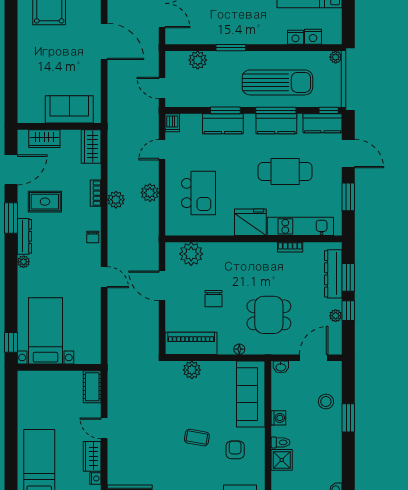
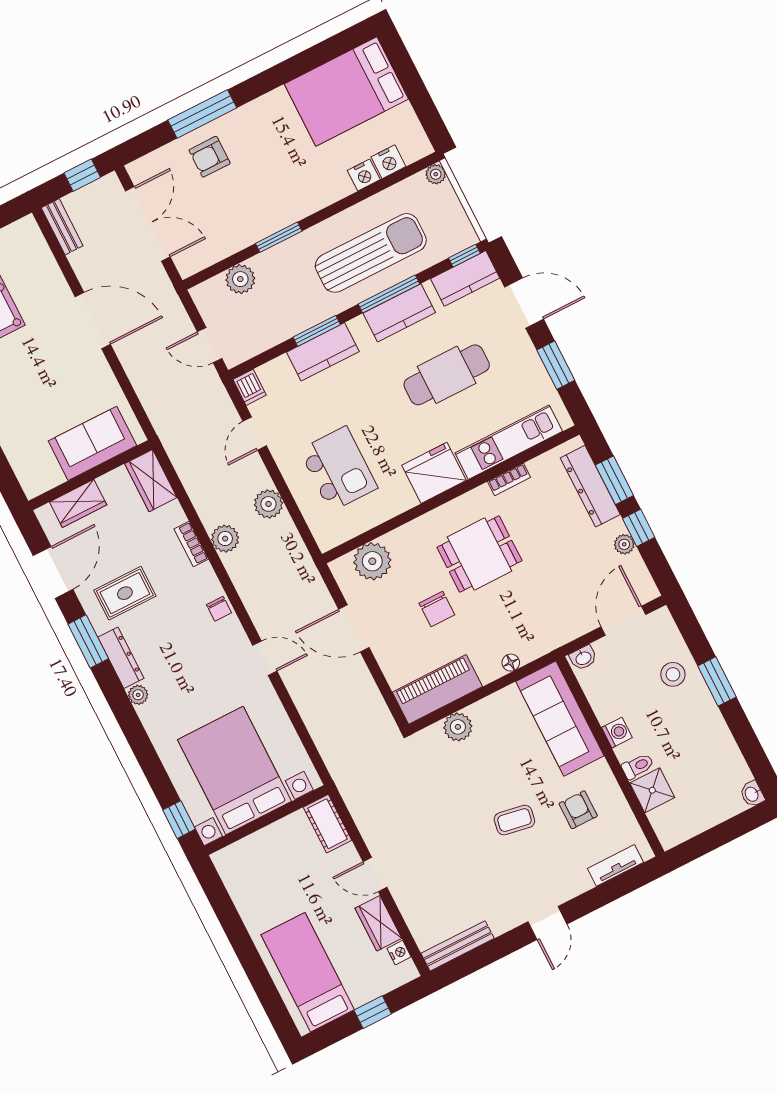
dining table: (269, 315) -> (479, 554), moved
bed with nightstands: (45, 331) -> (234, 770), width x1.36

